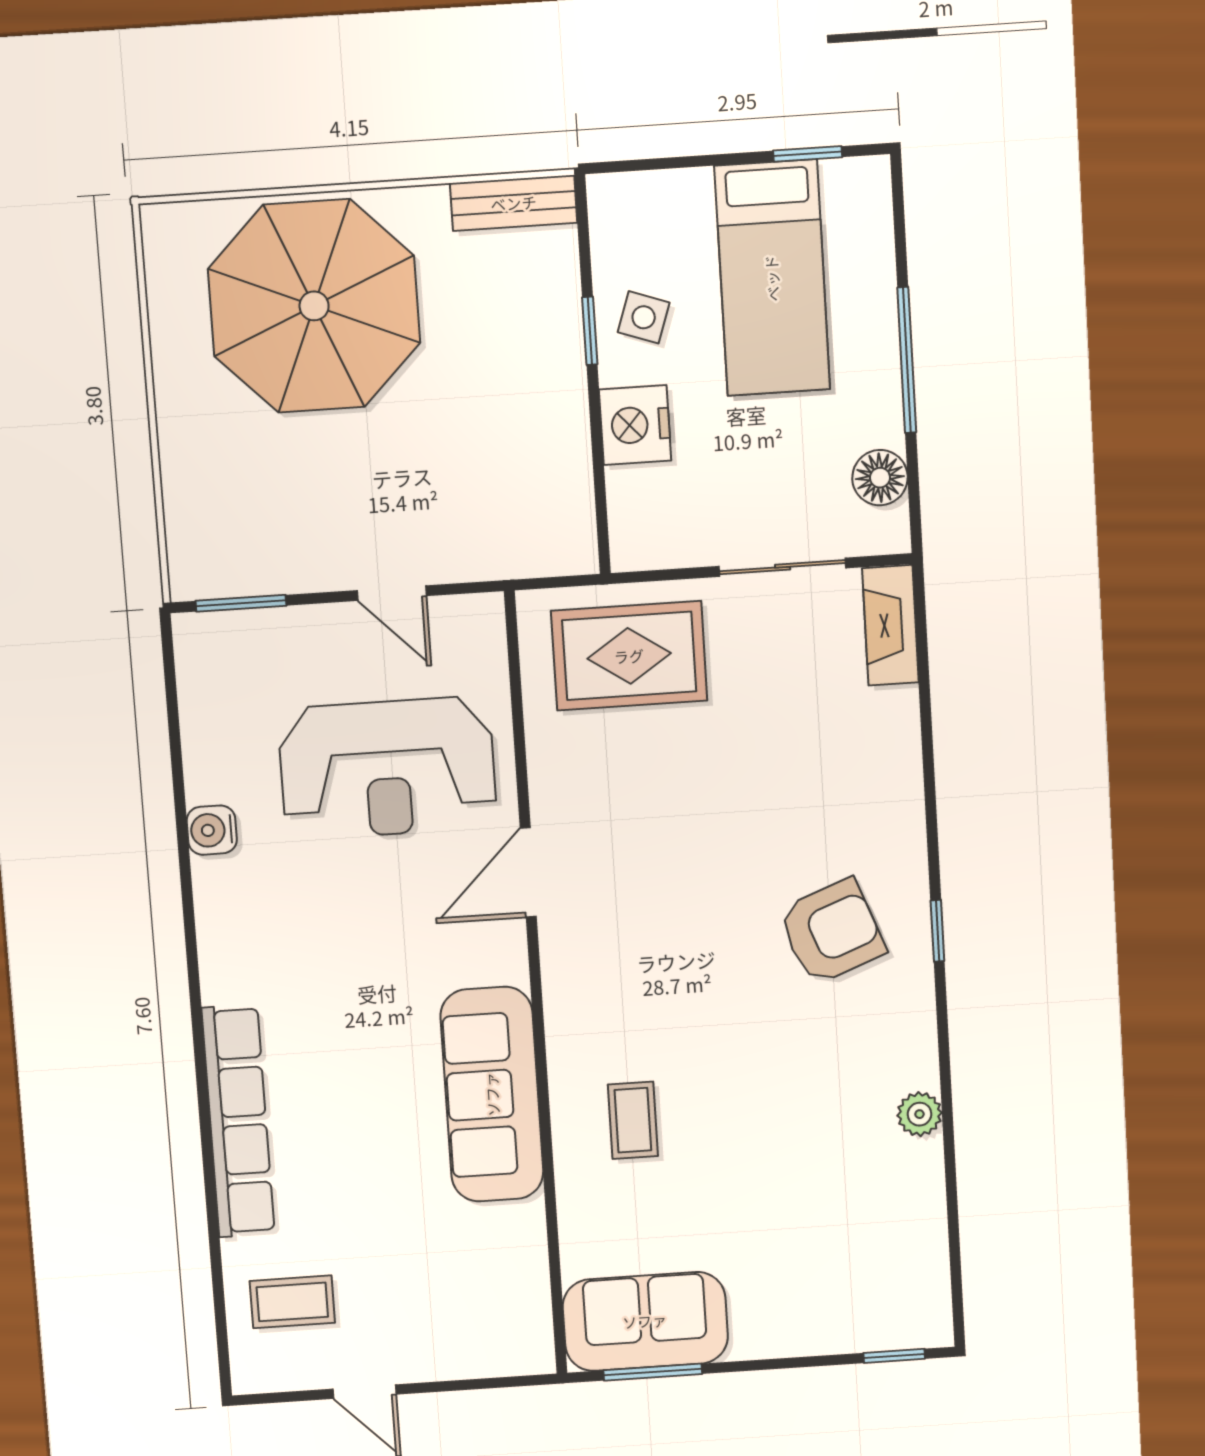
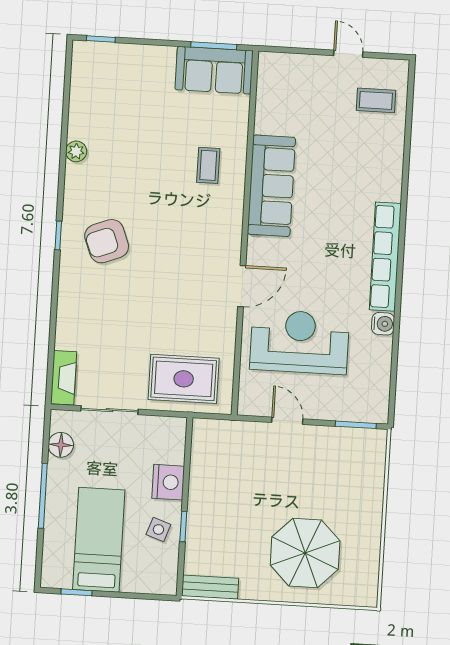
parasol: (314, 306) -> (305, 553), width x0.73, depth x0.73
row of seats: (238, 1121) -> (385, 257), moved

